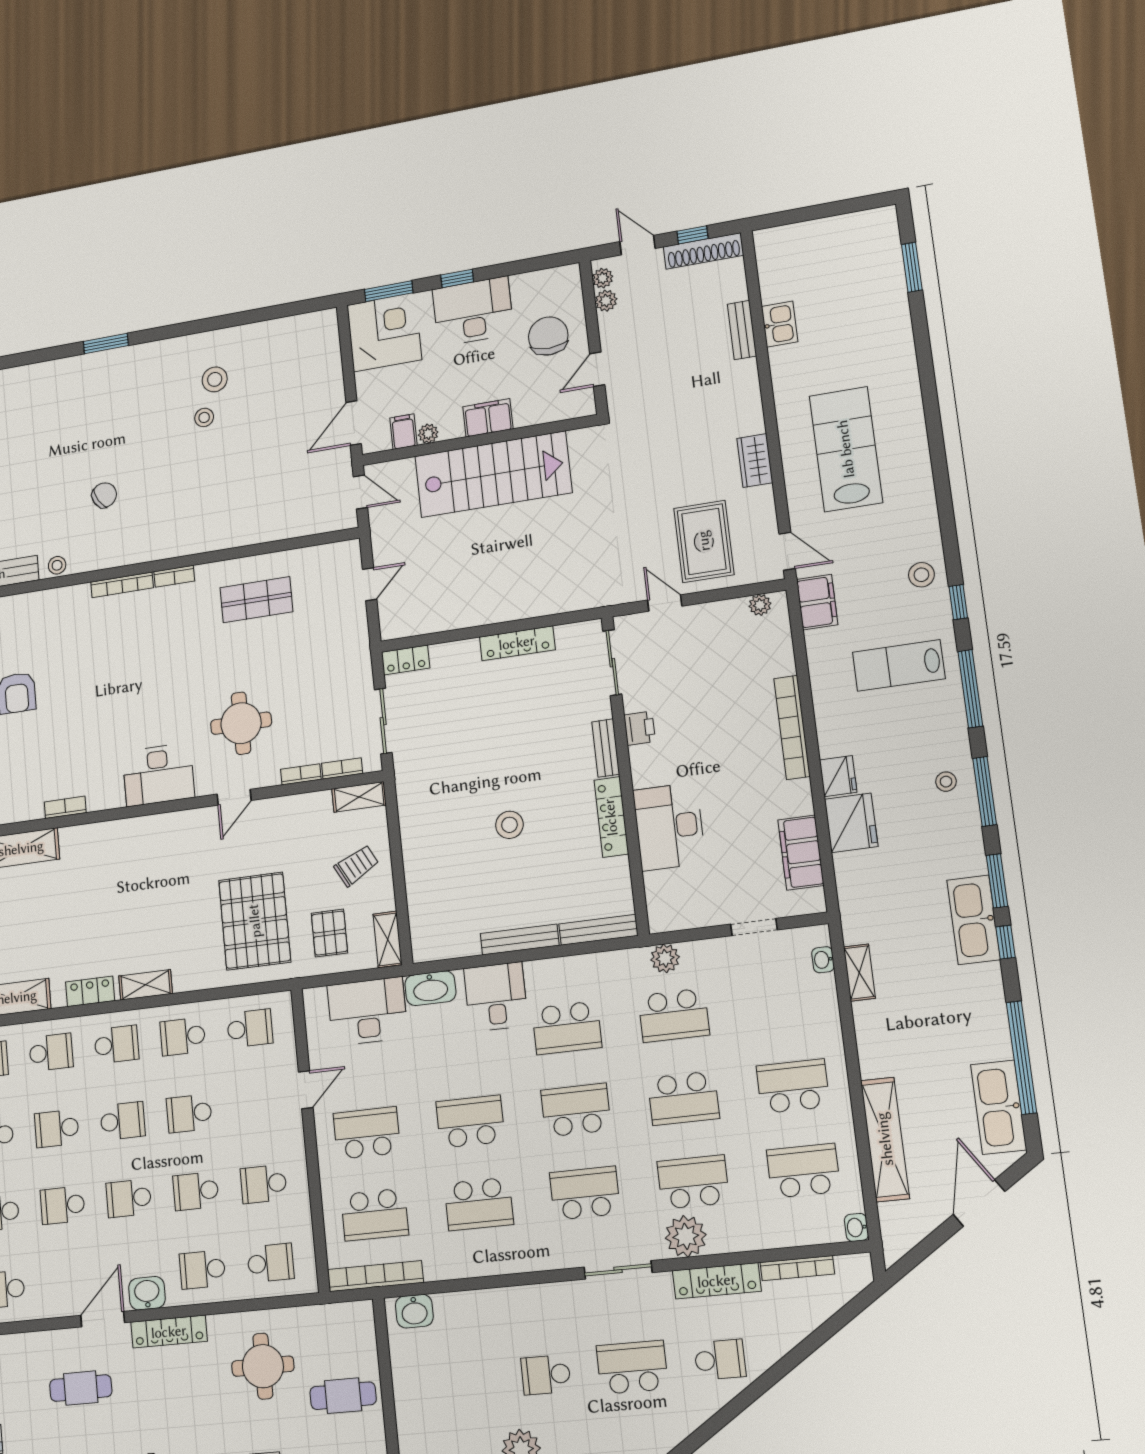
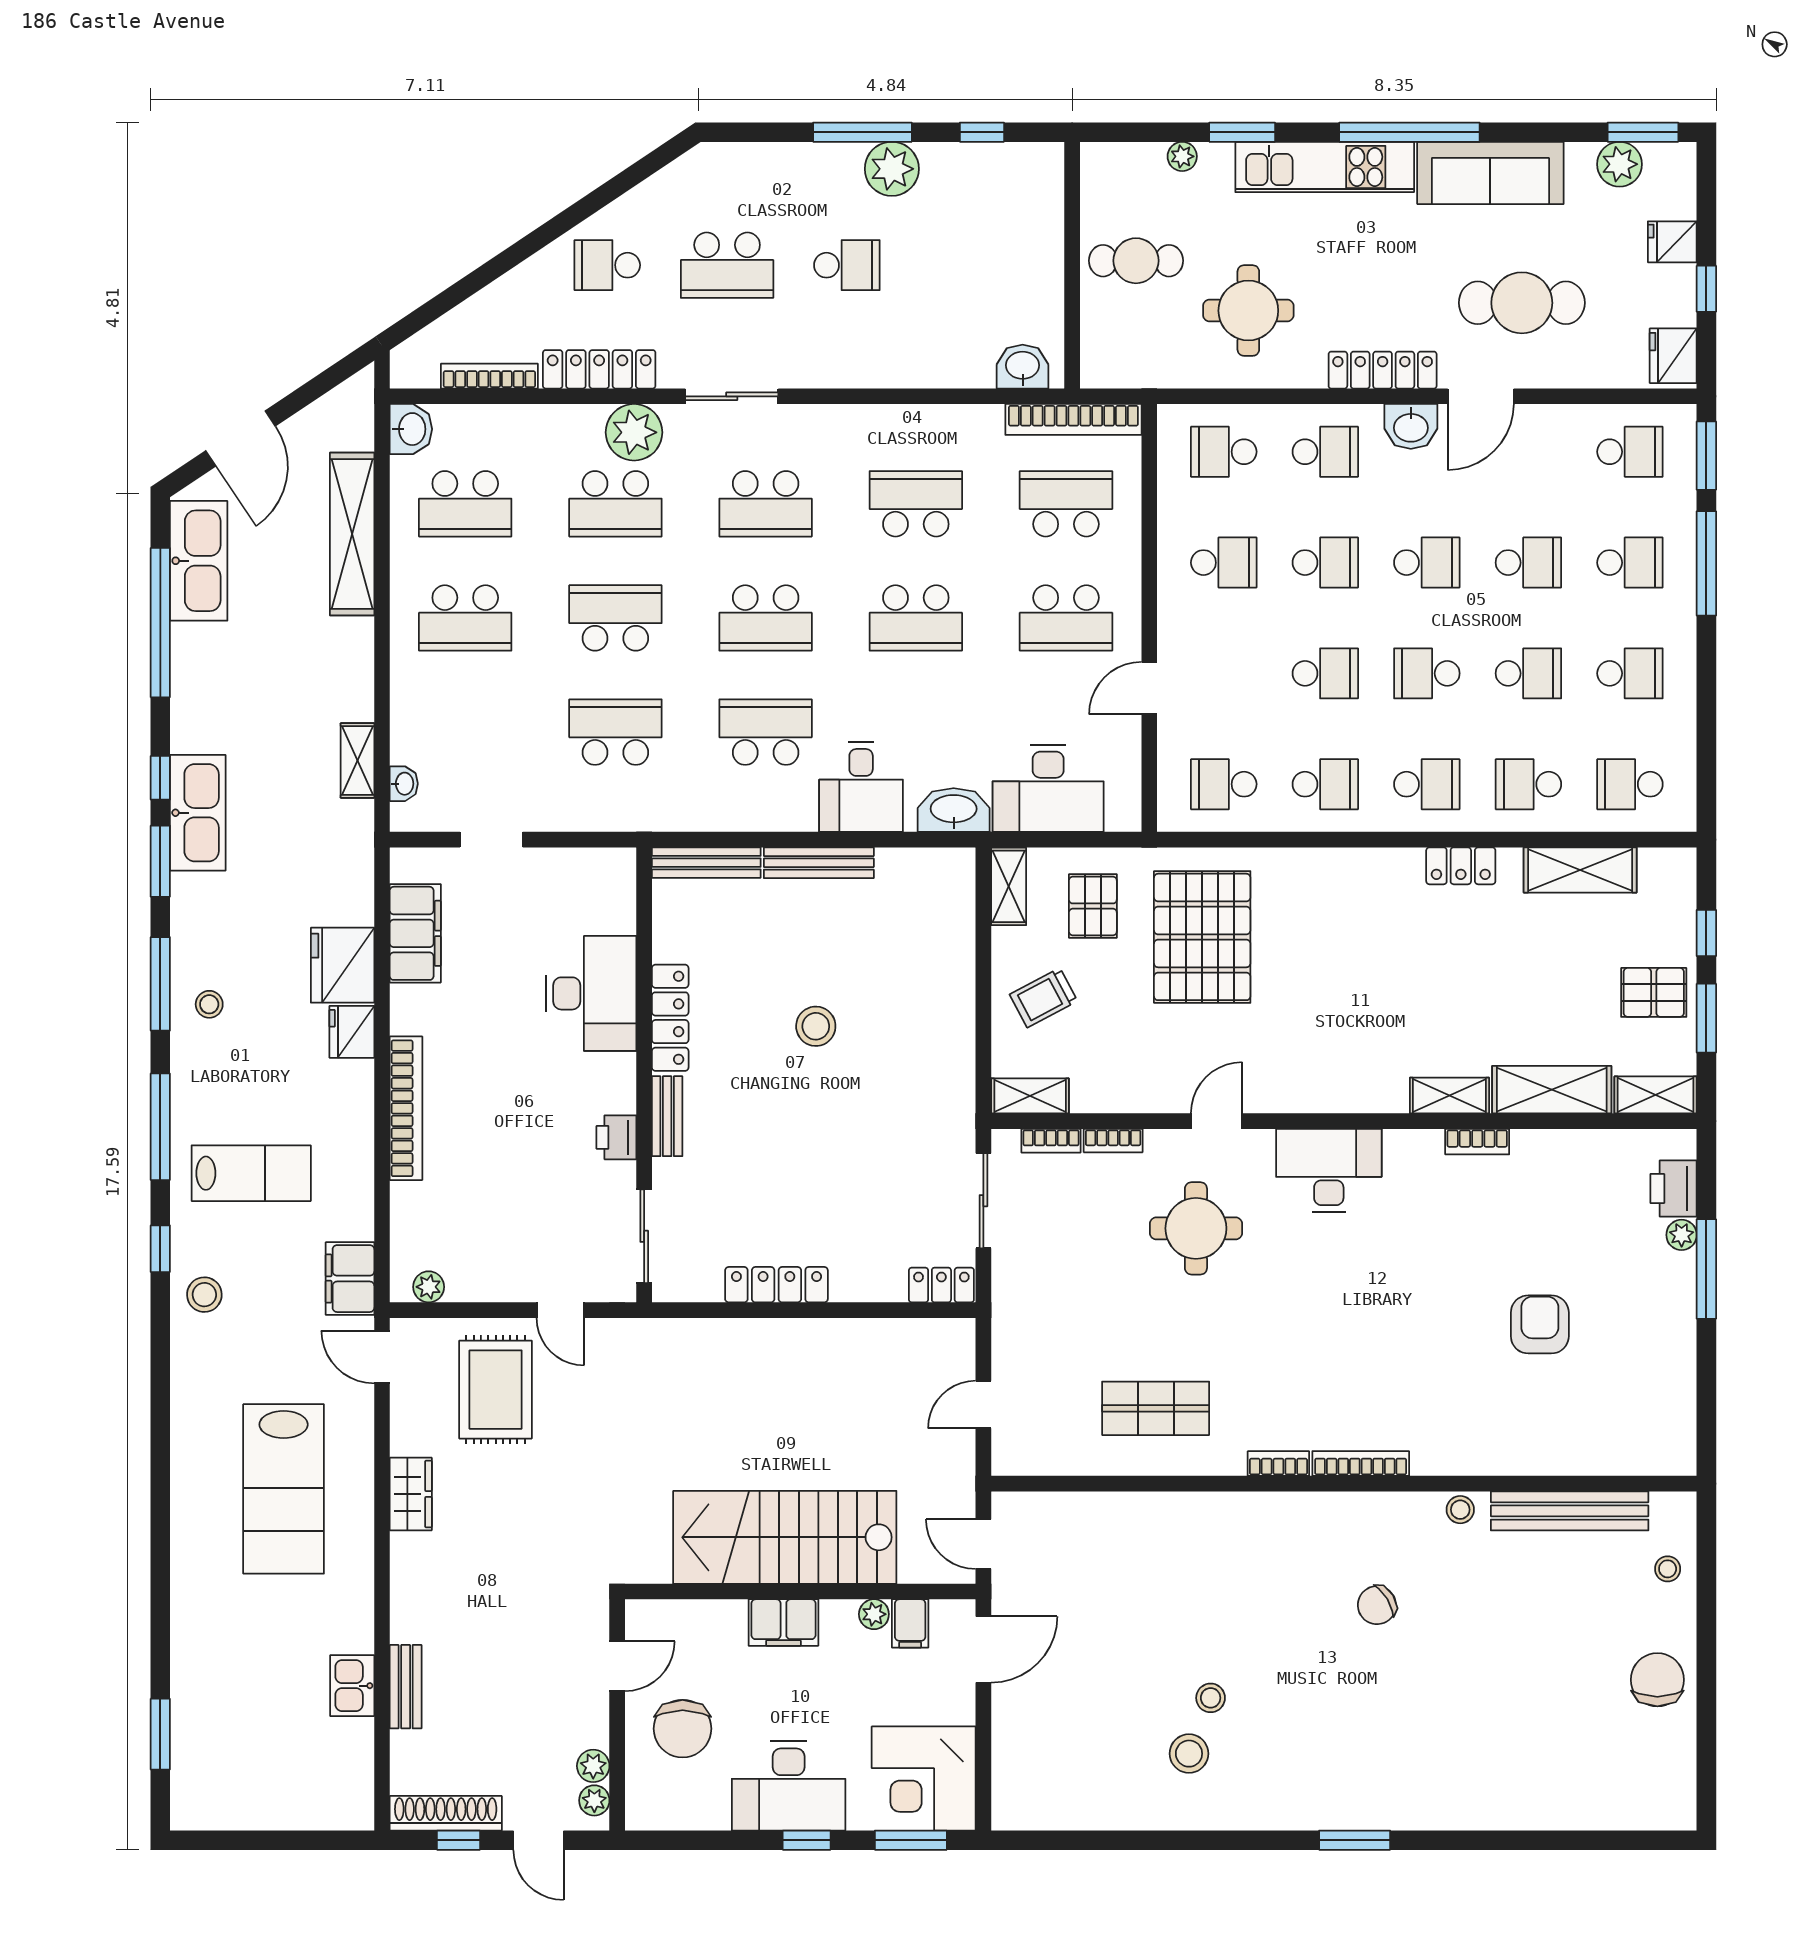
plant: (665, 958) -> (618, 812), removed
shelving: (146, 985) -> (1449, 1096), moved
school desk: (116, 1044) -> (1427, 784), turned 180
washbasin: (856, 1227) -> (411, 429), width x1.38, depth x1.45
cafe table: (81, 1388) -> (1522, 303), width x1.37, depth x1.35

